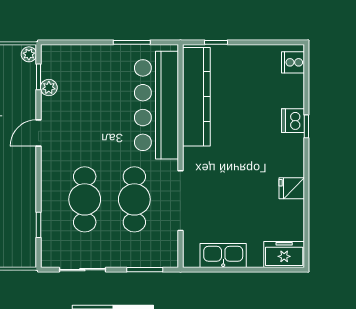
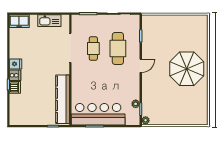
cooker: (293, 62) -> (15, 75), moved
bar counter: (157, 105) -> (98, 114), moved, turned -90
door: (39, 133) -> (141, 66), moved
fridge: (292, 188) -> (15, 64), moved
cafe table: (134, 199) -> (93, 48), width x0.73, depth x0.74

